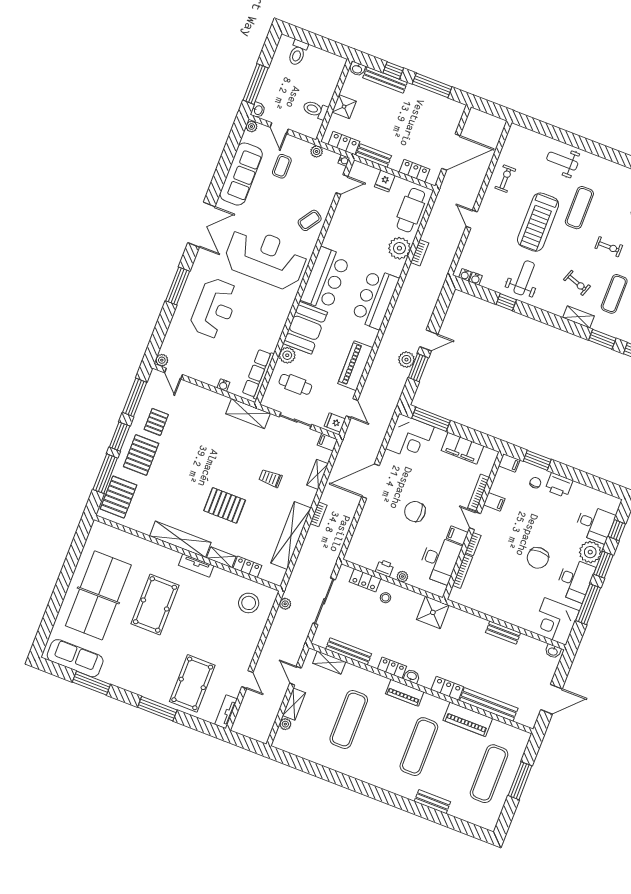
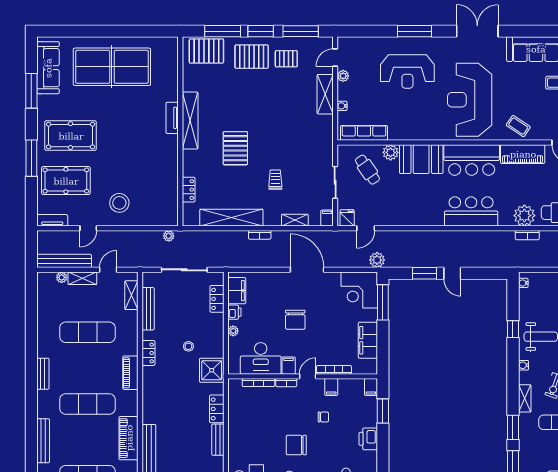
double door: (201, 225) -> (477, 31), swing flipped
reception desk: (266, 258) -> (470, 100), turned 180
water cooler: (476, 279) -> (524, 365), moved
plant: (162, 360) -> (343, 76), moved
plant: (406, 360) -> (377, 260), moved
piano: (355, 366) -> (523, 154), moved, turned 180
cafe table: (295, 384) -> (367, 170), turned -34
shelving: (248, 414) -> (325, 94), moved
chair: (535, 483) -> (323, 417), moved
chair: (415, 512) -> (295, 320), turned 180
shelving: (221, 557) -> (188, 163), removed
filing cabinet: (364, 558) -> (237, 291), added
tv unit: (196, 566) -> (172, 118), moved
stool: (385, 598) -> (188, 346), moved
stool: (249, 603) -> (119, 203), moved
pool table: (155, 604) -> (71, 136), moved
washbasin: (412, 676) -> (148, 373), removed
locker: (447, 688) -> (217, 409), moved, turned 180
bench: (270, 715) -> (64, 261), added
bench: (372, 779) -> (43, 374), added
bench: (432, 802) -> (43, 441), width x1.36

